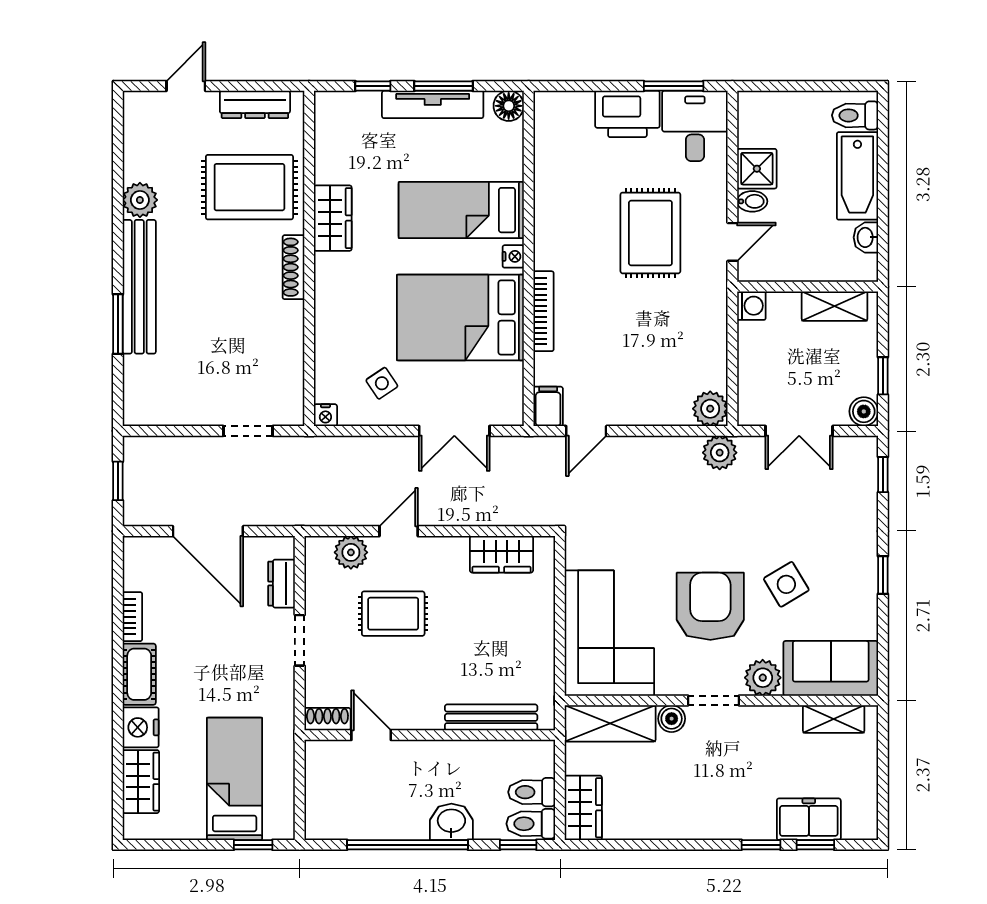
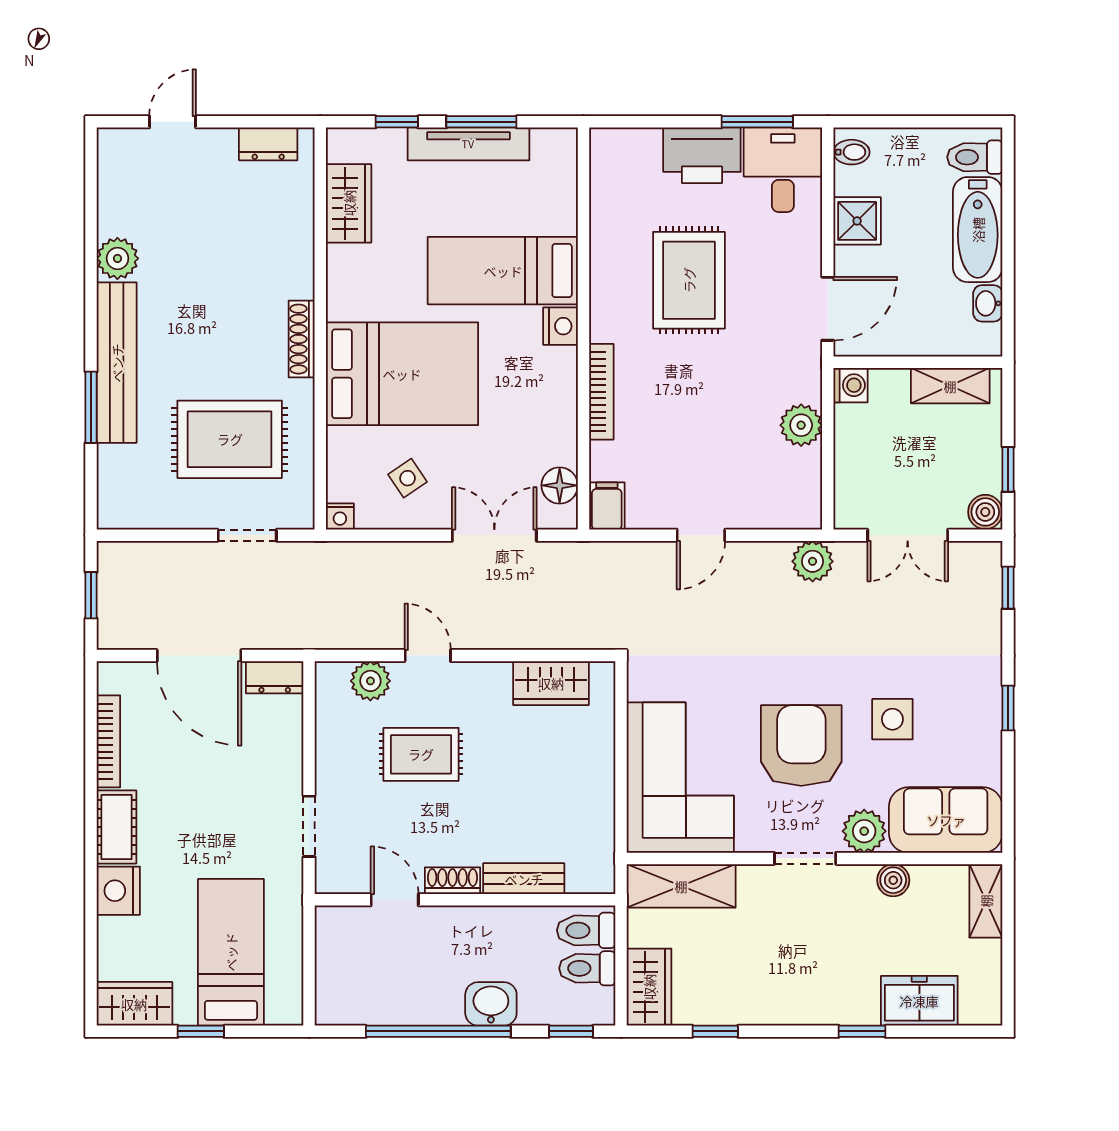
dresser: (255, 104) -> (268, 144), width x0.70
floor lamp: (509, 106) -> (560, 485), moved
rug: (249, 187) -> (230, 439), moved
bidet: (752, 201) -> (852, 152), moved
wardrobe: (333, 218) -> (349, 203), moved
rug: (650, 233) -> (689, 280), moved
door: (732, 242) -> (828, 309), width x1.37
nightstand: (513, 256) -> (560, 326), width x1.39, depth x1.35
bed: (460, 318) -> (402, 374), moved, turned 180
plant: (710, 409) -> (801, 425), moved
double door: (454, 431) -> (494, 535), swing flipped
door: (586, 431) -> (701, 535), moved
door: (399, 531) -> (428, 656), hinge flipped
dresser: (281, 584) -> (275, 677), moved, turned -90
side table: (786, 584) -> (892, 719), turned 31
bookcase: (132, 617) -> (108, 741), width x1.56
doorway: (300, 640) -> (309, 826), moved
bench: (491, 717) -> (524, 879), width x0.73
shoe rack: (327, 719) -> (452, 881), moved
boiler: (672, 719) -> (893, 880), moved
shelving: (834, 719) -> (986, 901), moved, turned 90
wardrobe: (141, 782) -> (134, 1004), moved, turned -90
toilet: (531, 824) -> (586, 930), moved
window: (253, 845) -> (201, 1031), moved
window: (815, 845) -> (715, 1031), moved

